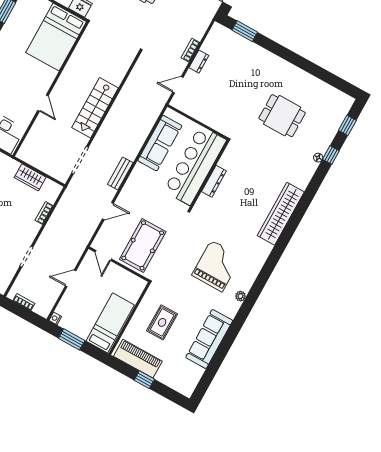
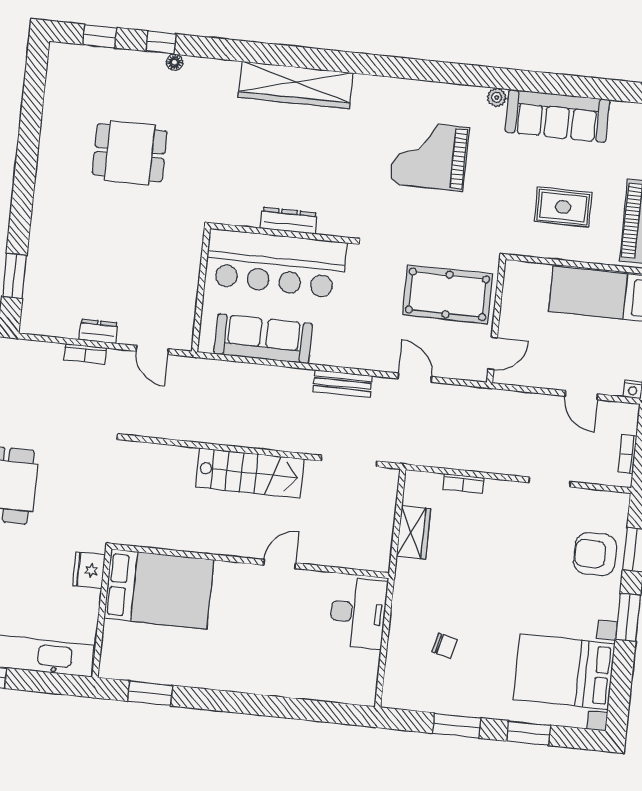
dining table: (282, 116) -> (130, 153), turned 90
door: (71, 278) -> (581, 395), moved
plant: (241, 296) -> (497, 97), moved

